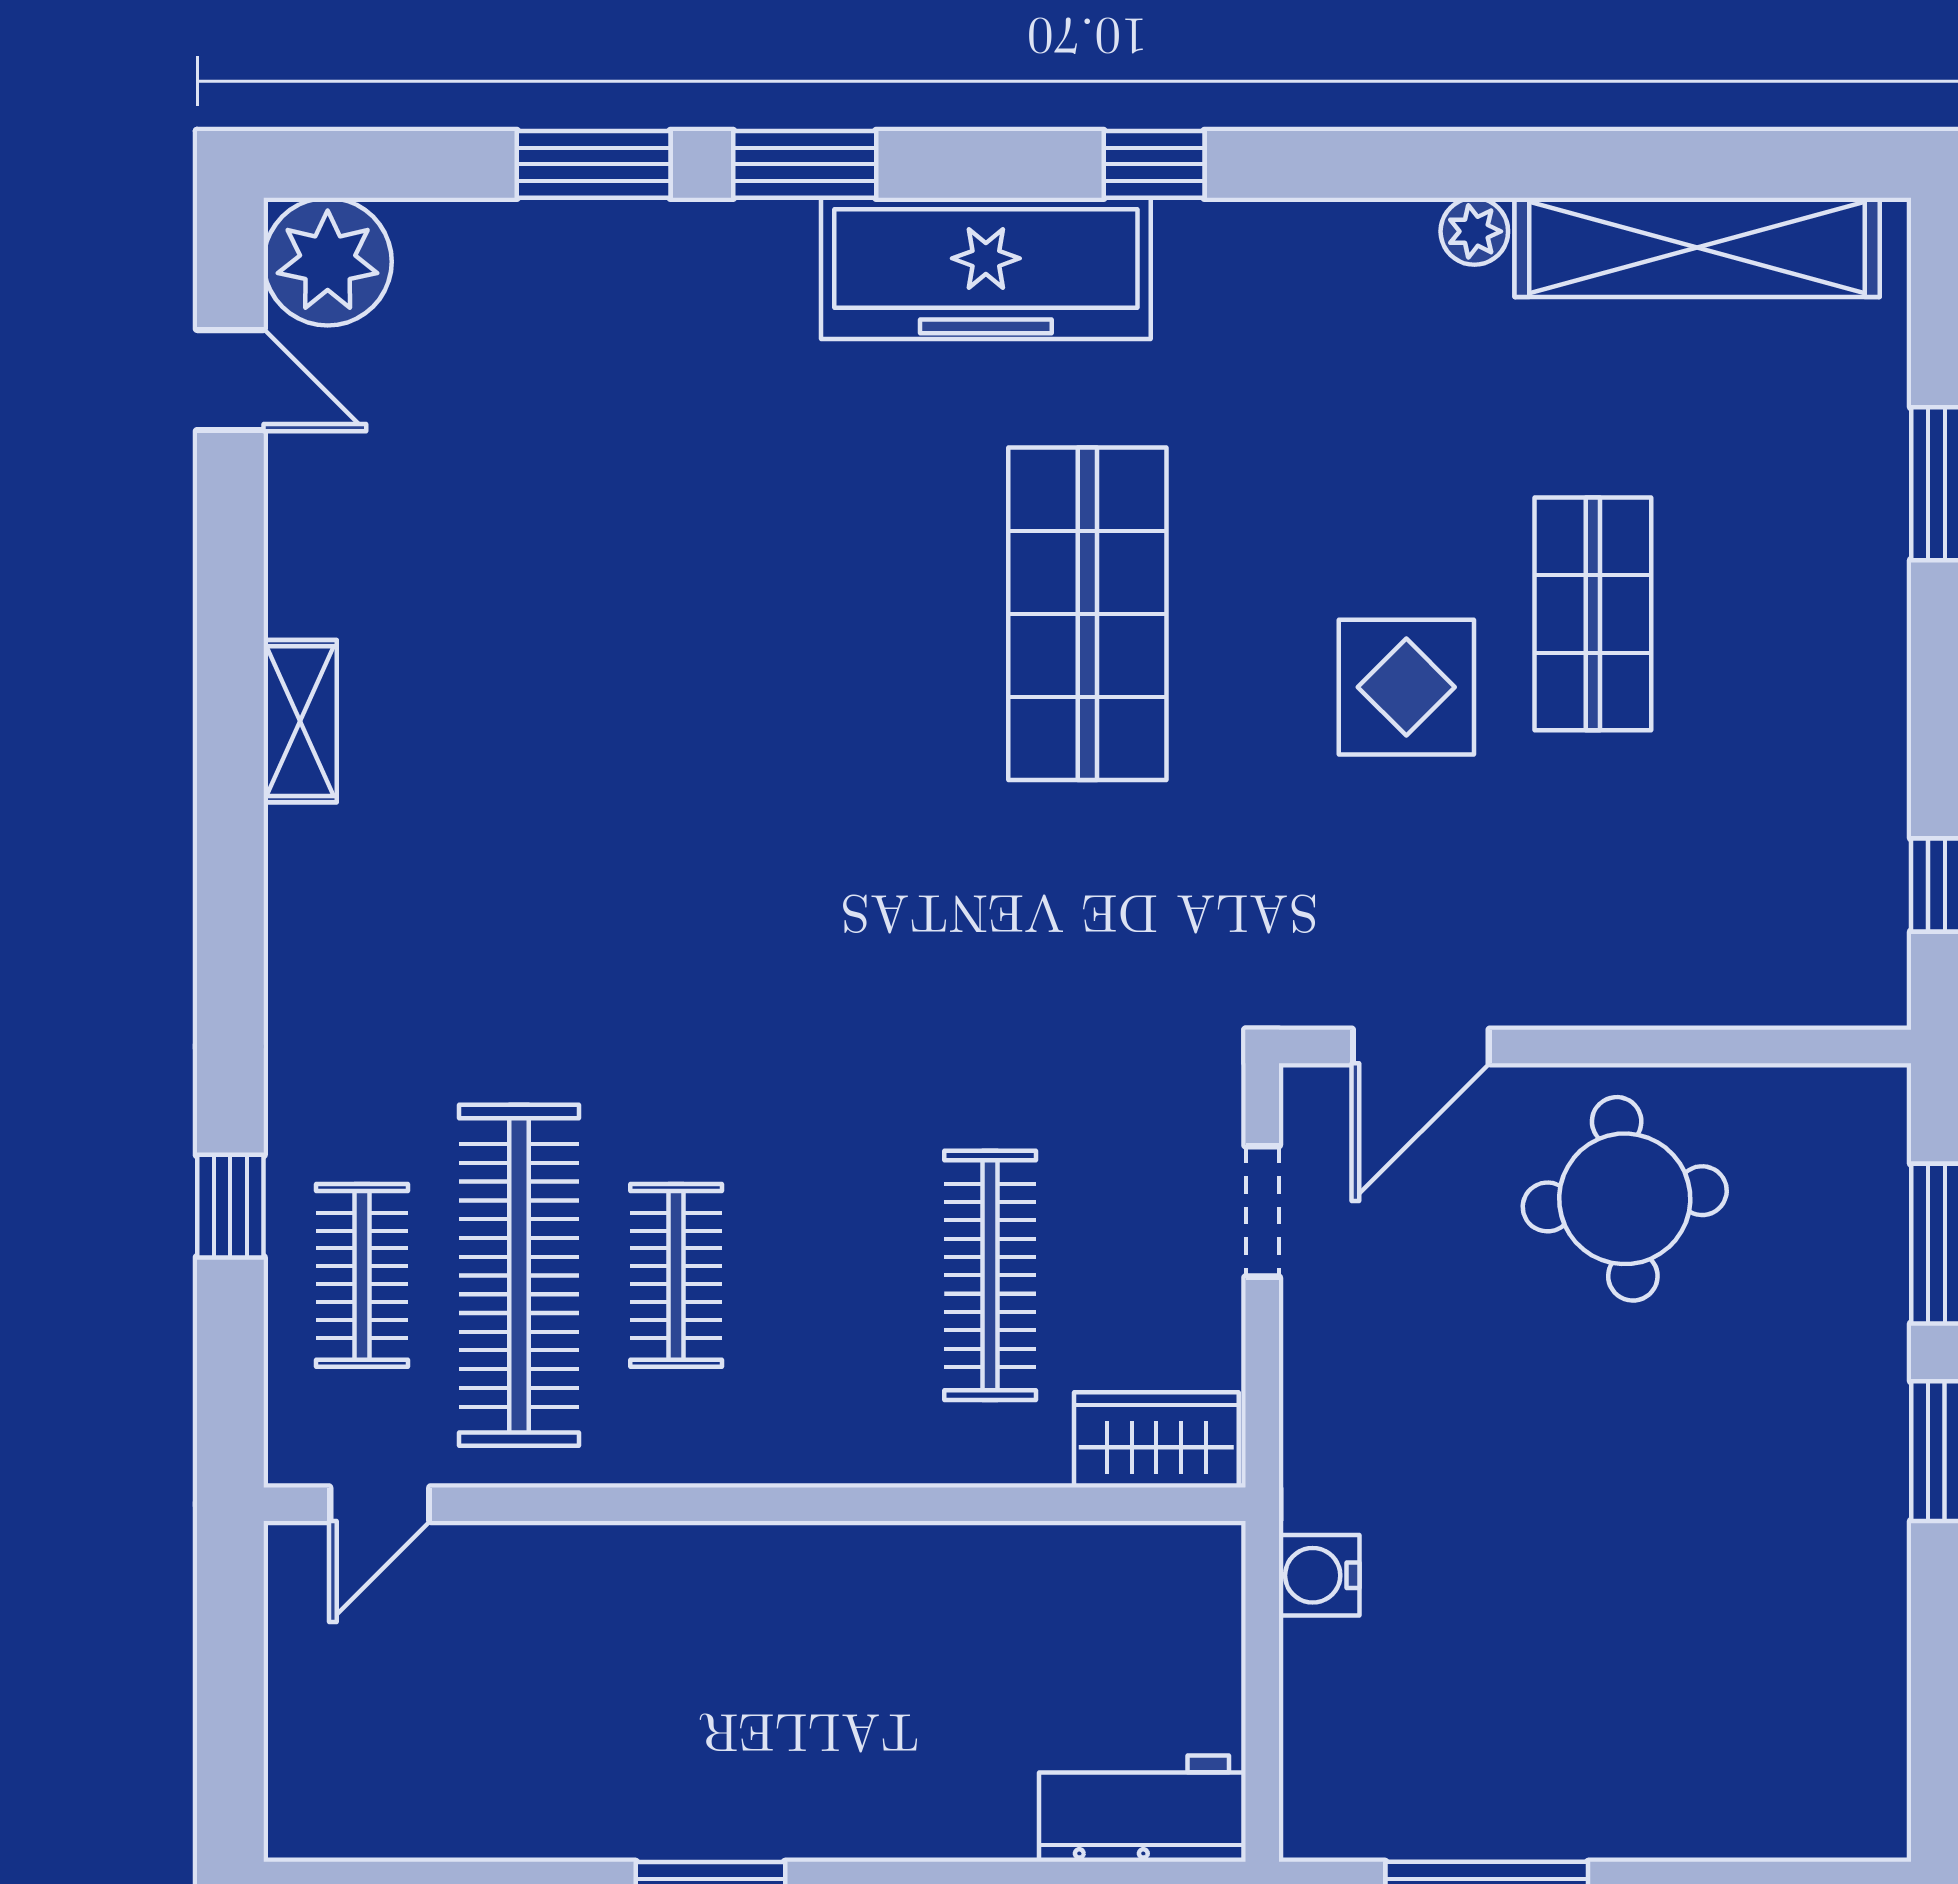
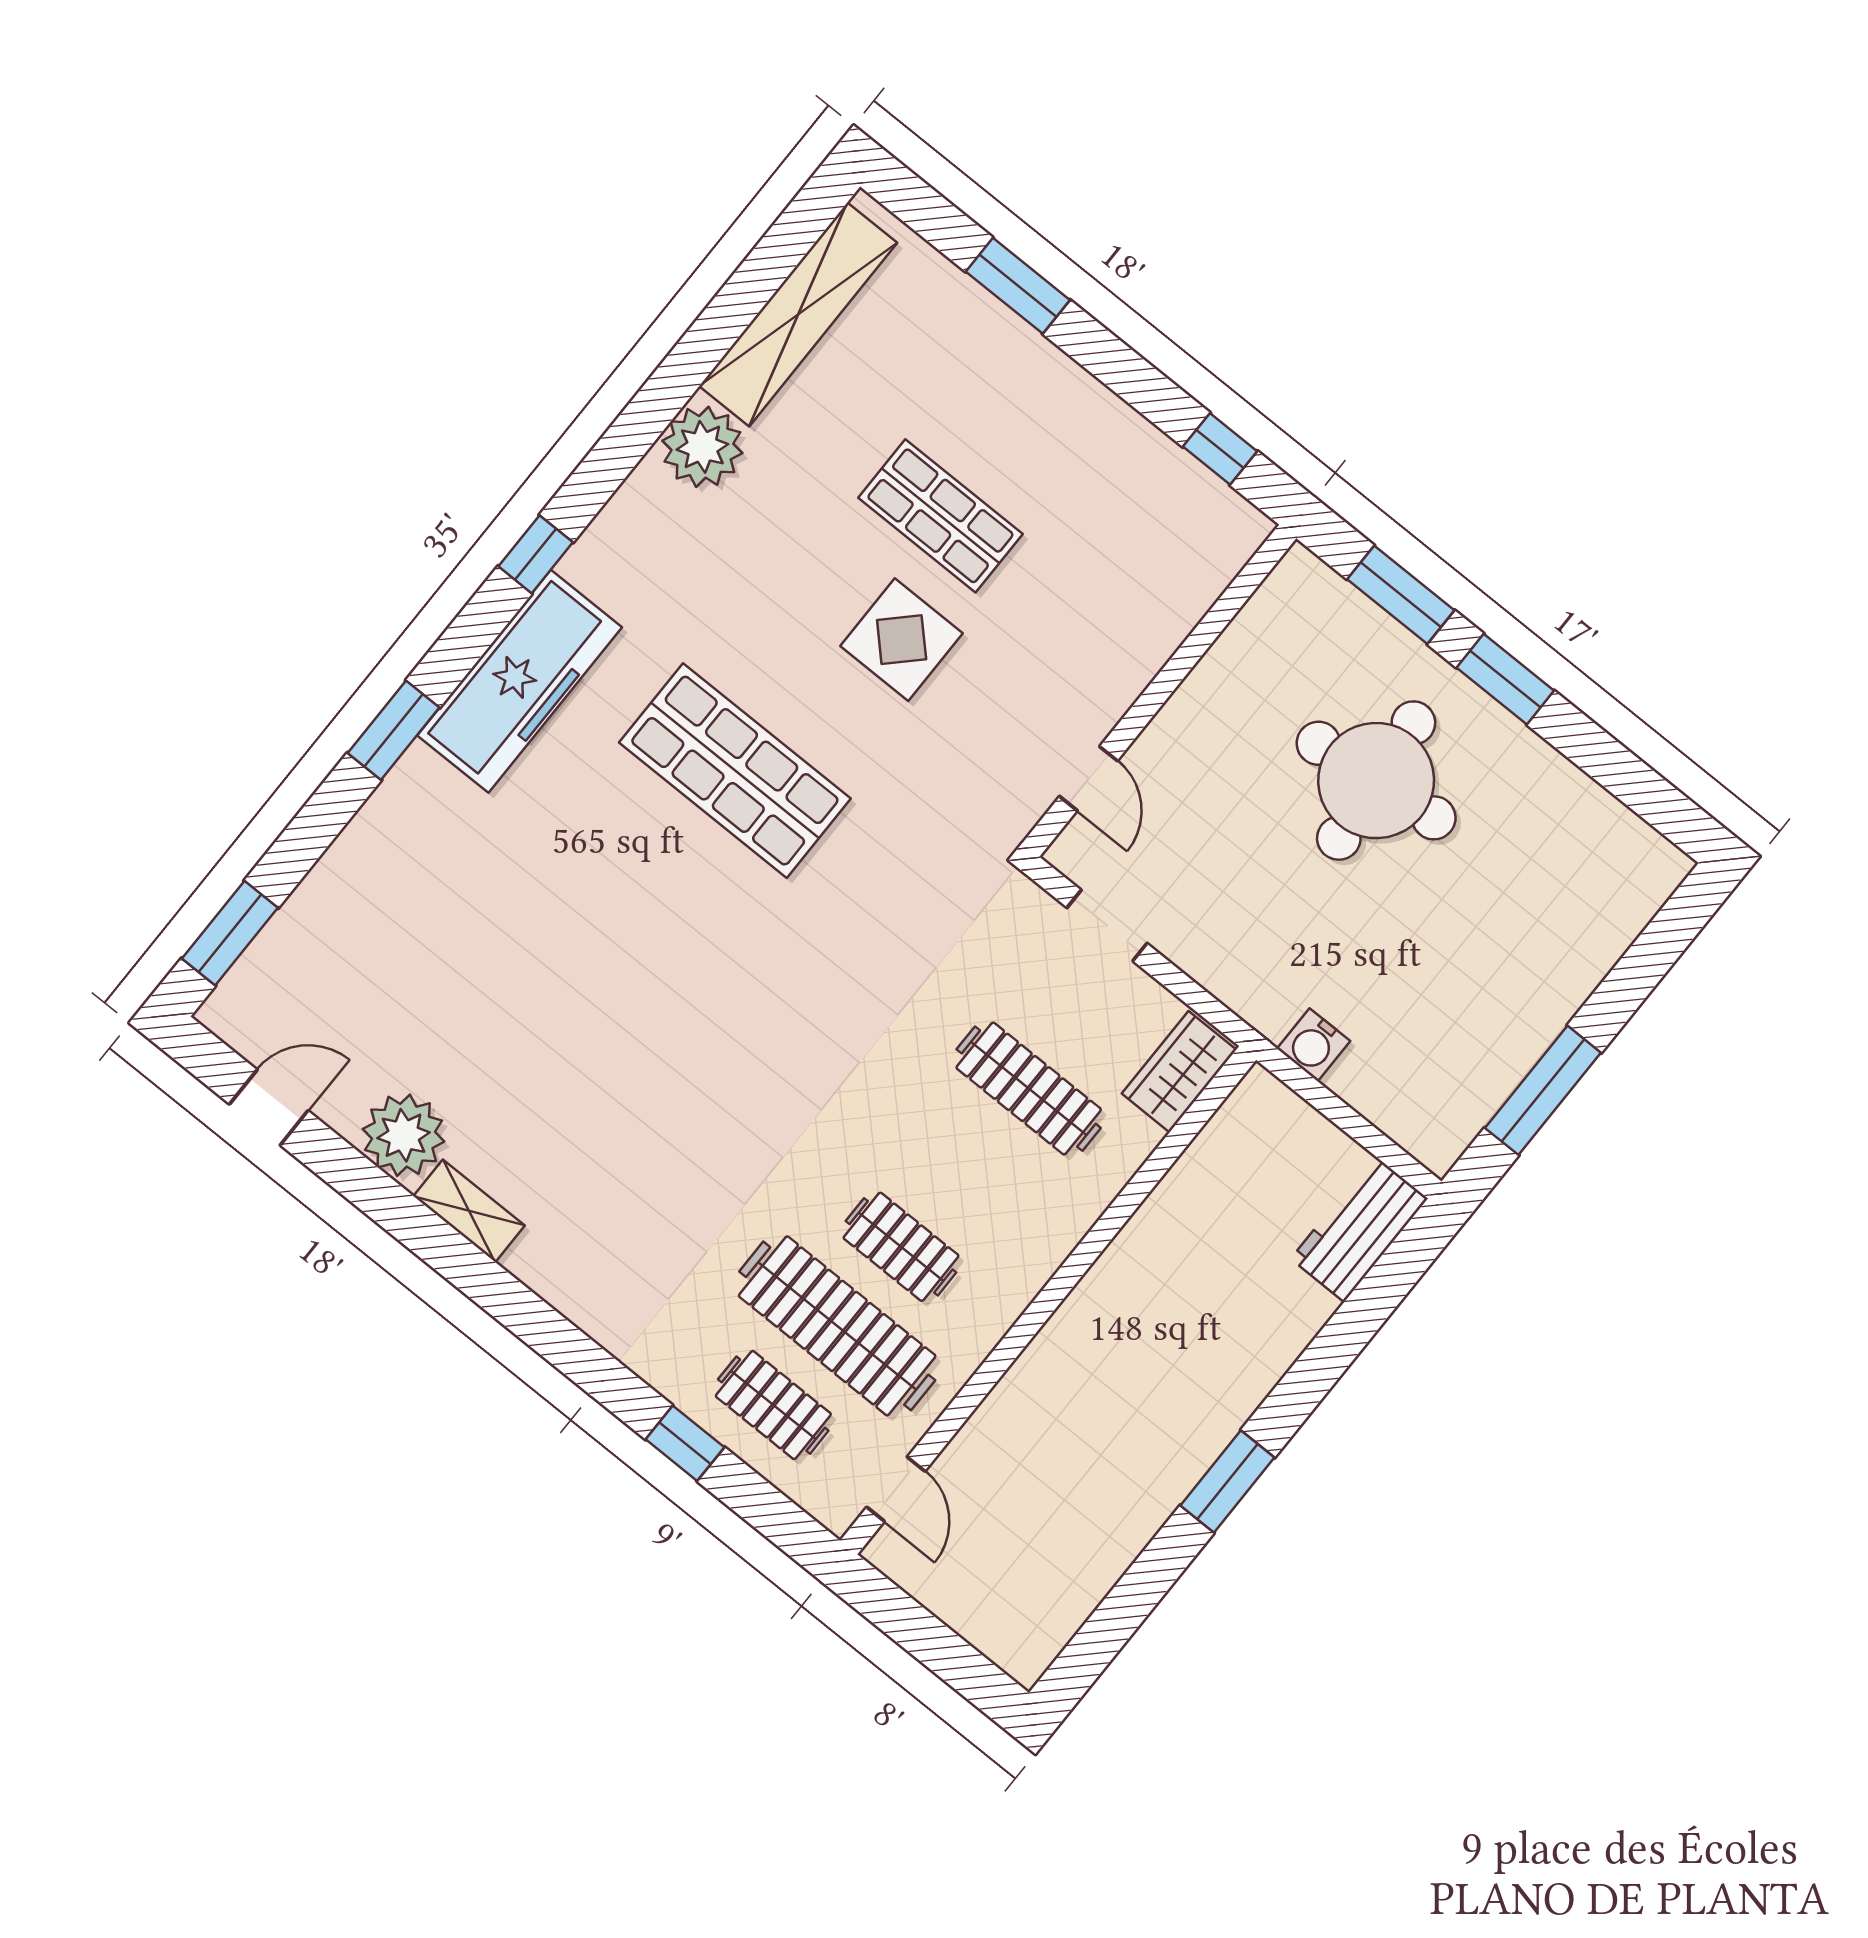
window: (594, 164) -> (230, 933), moved
plant: (1474, 231) -> (702, 447), width x1.88, depth x1.88
plant: (328, 262) -> (404, 1135), moved
door: (1421, 1046) -> (1088, 779), width x0.73
round table: (1625, 1199) -> (1376, 781), moved, width x1.36, depth x1.36

